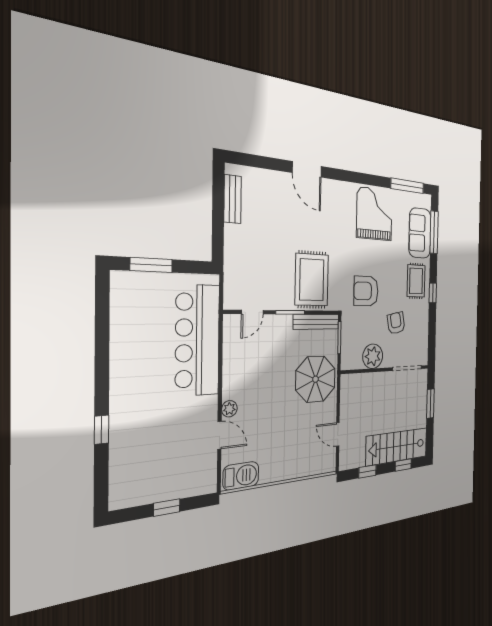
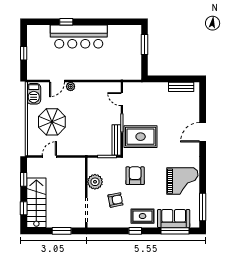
bar counter: (197, 340) -> (79, 37), moved, turned 180
parasol: (315, 379) -> (52, 122), moved

